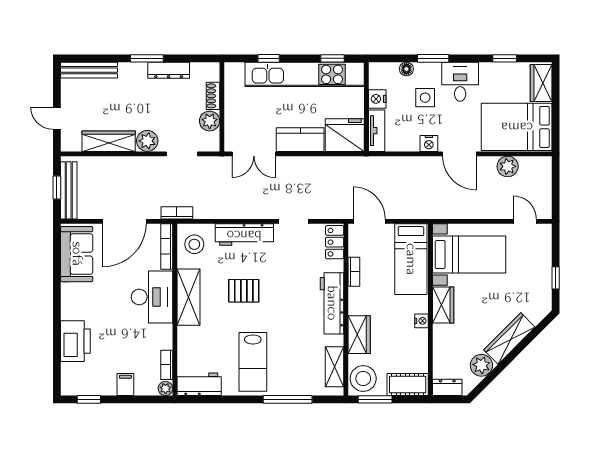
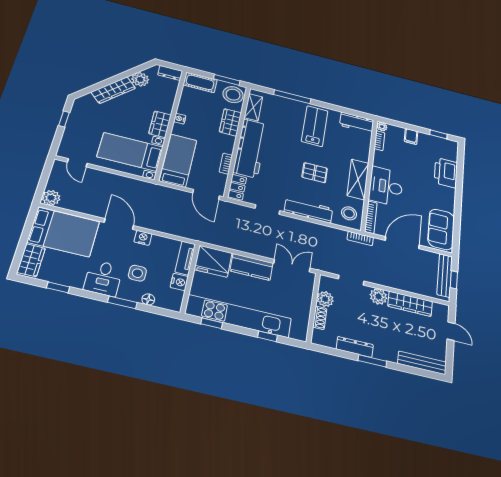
plant: (508, 166) -> (51, 198), moved
workbench: (332, 303) -> (250, 148), width x1.36, depth x1.32

